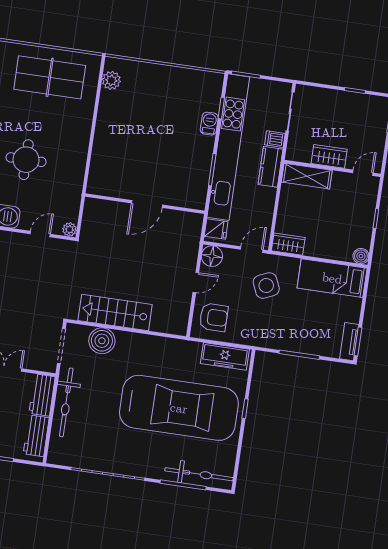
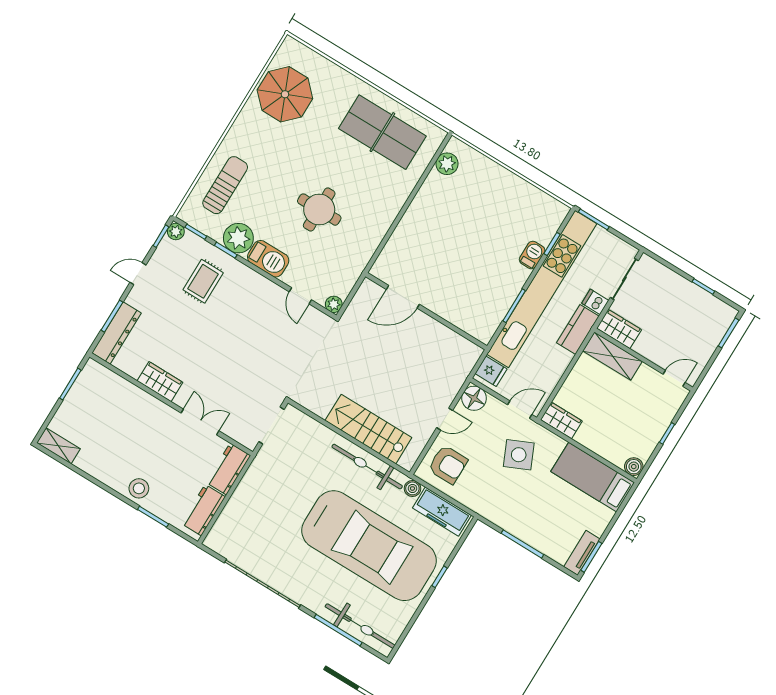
wardrobe: (329, 156) -> (619, 329), moved
door: (147, 204) -> (403, 297), moved
door: (40, 234) -> (300, 296), swing flipped
stairs: (115, 313) -> (368, 429), moved
boiler: (102, 341) -> (412, 488), moved, width x0.54, depth x0.54
bicycle: (66, 402) -> (367, 467), moved, turned 90

